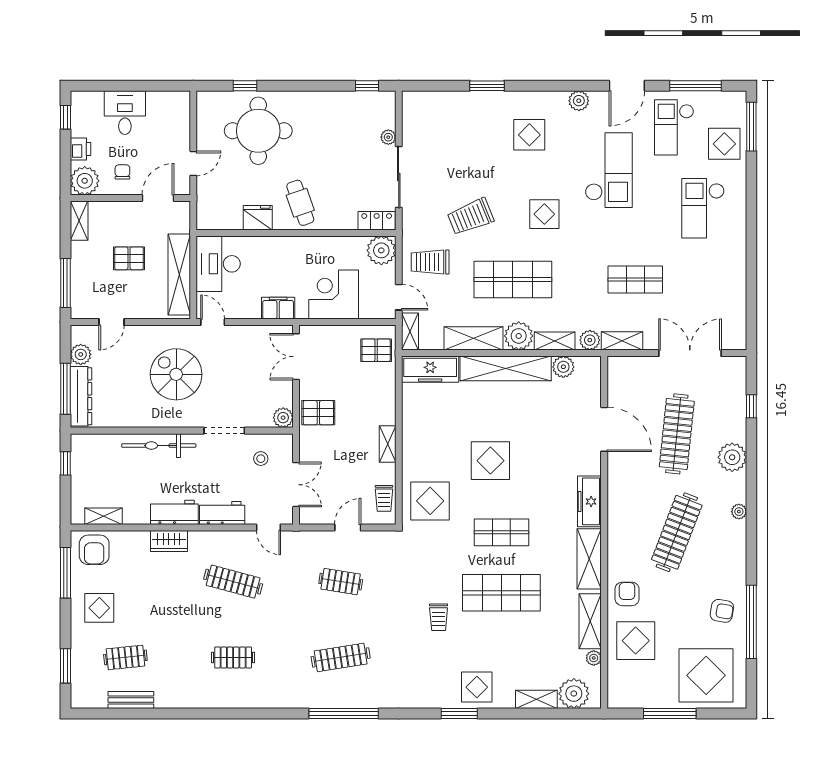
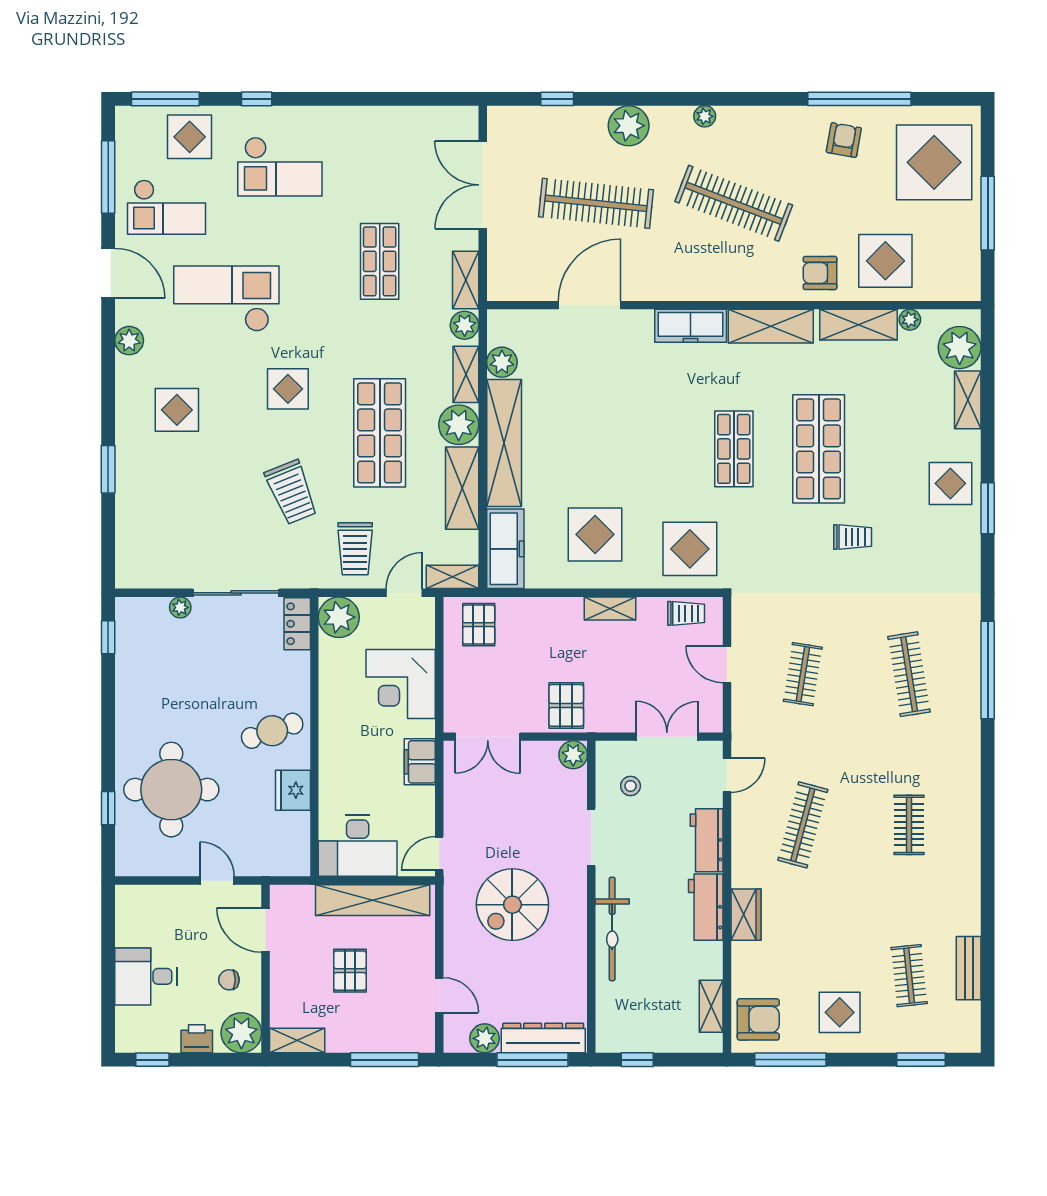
window: (751, 192) -> (257, 99), added
display table: (490, 461) -> (595, 534), moved

